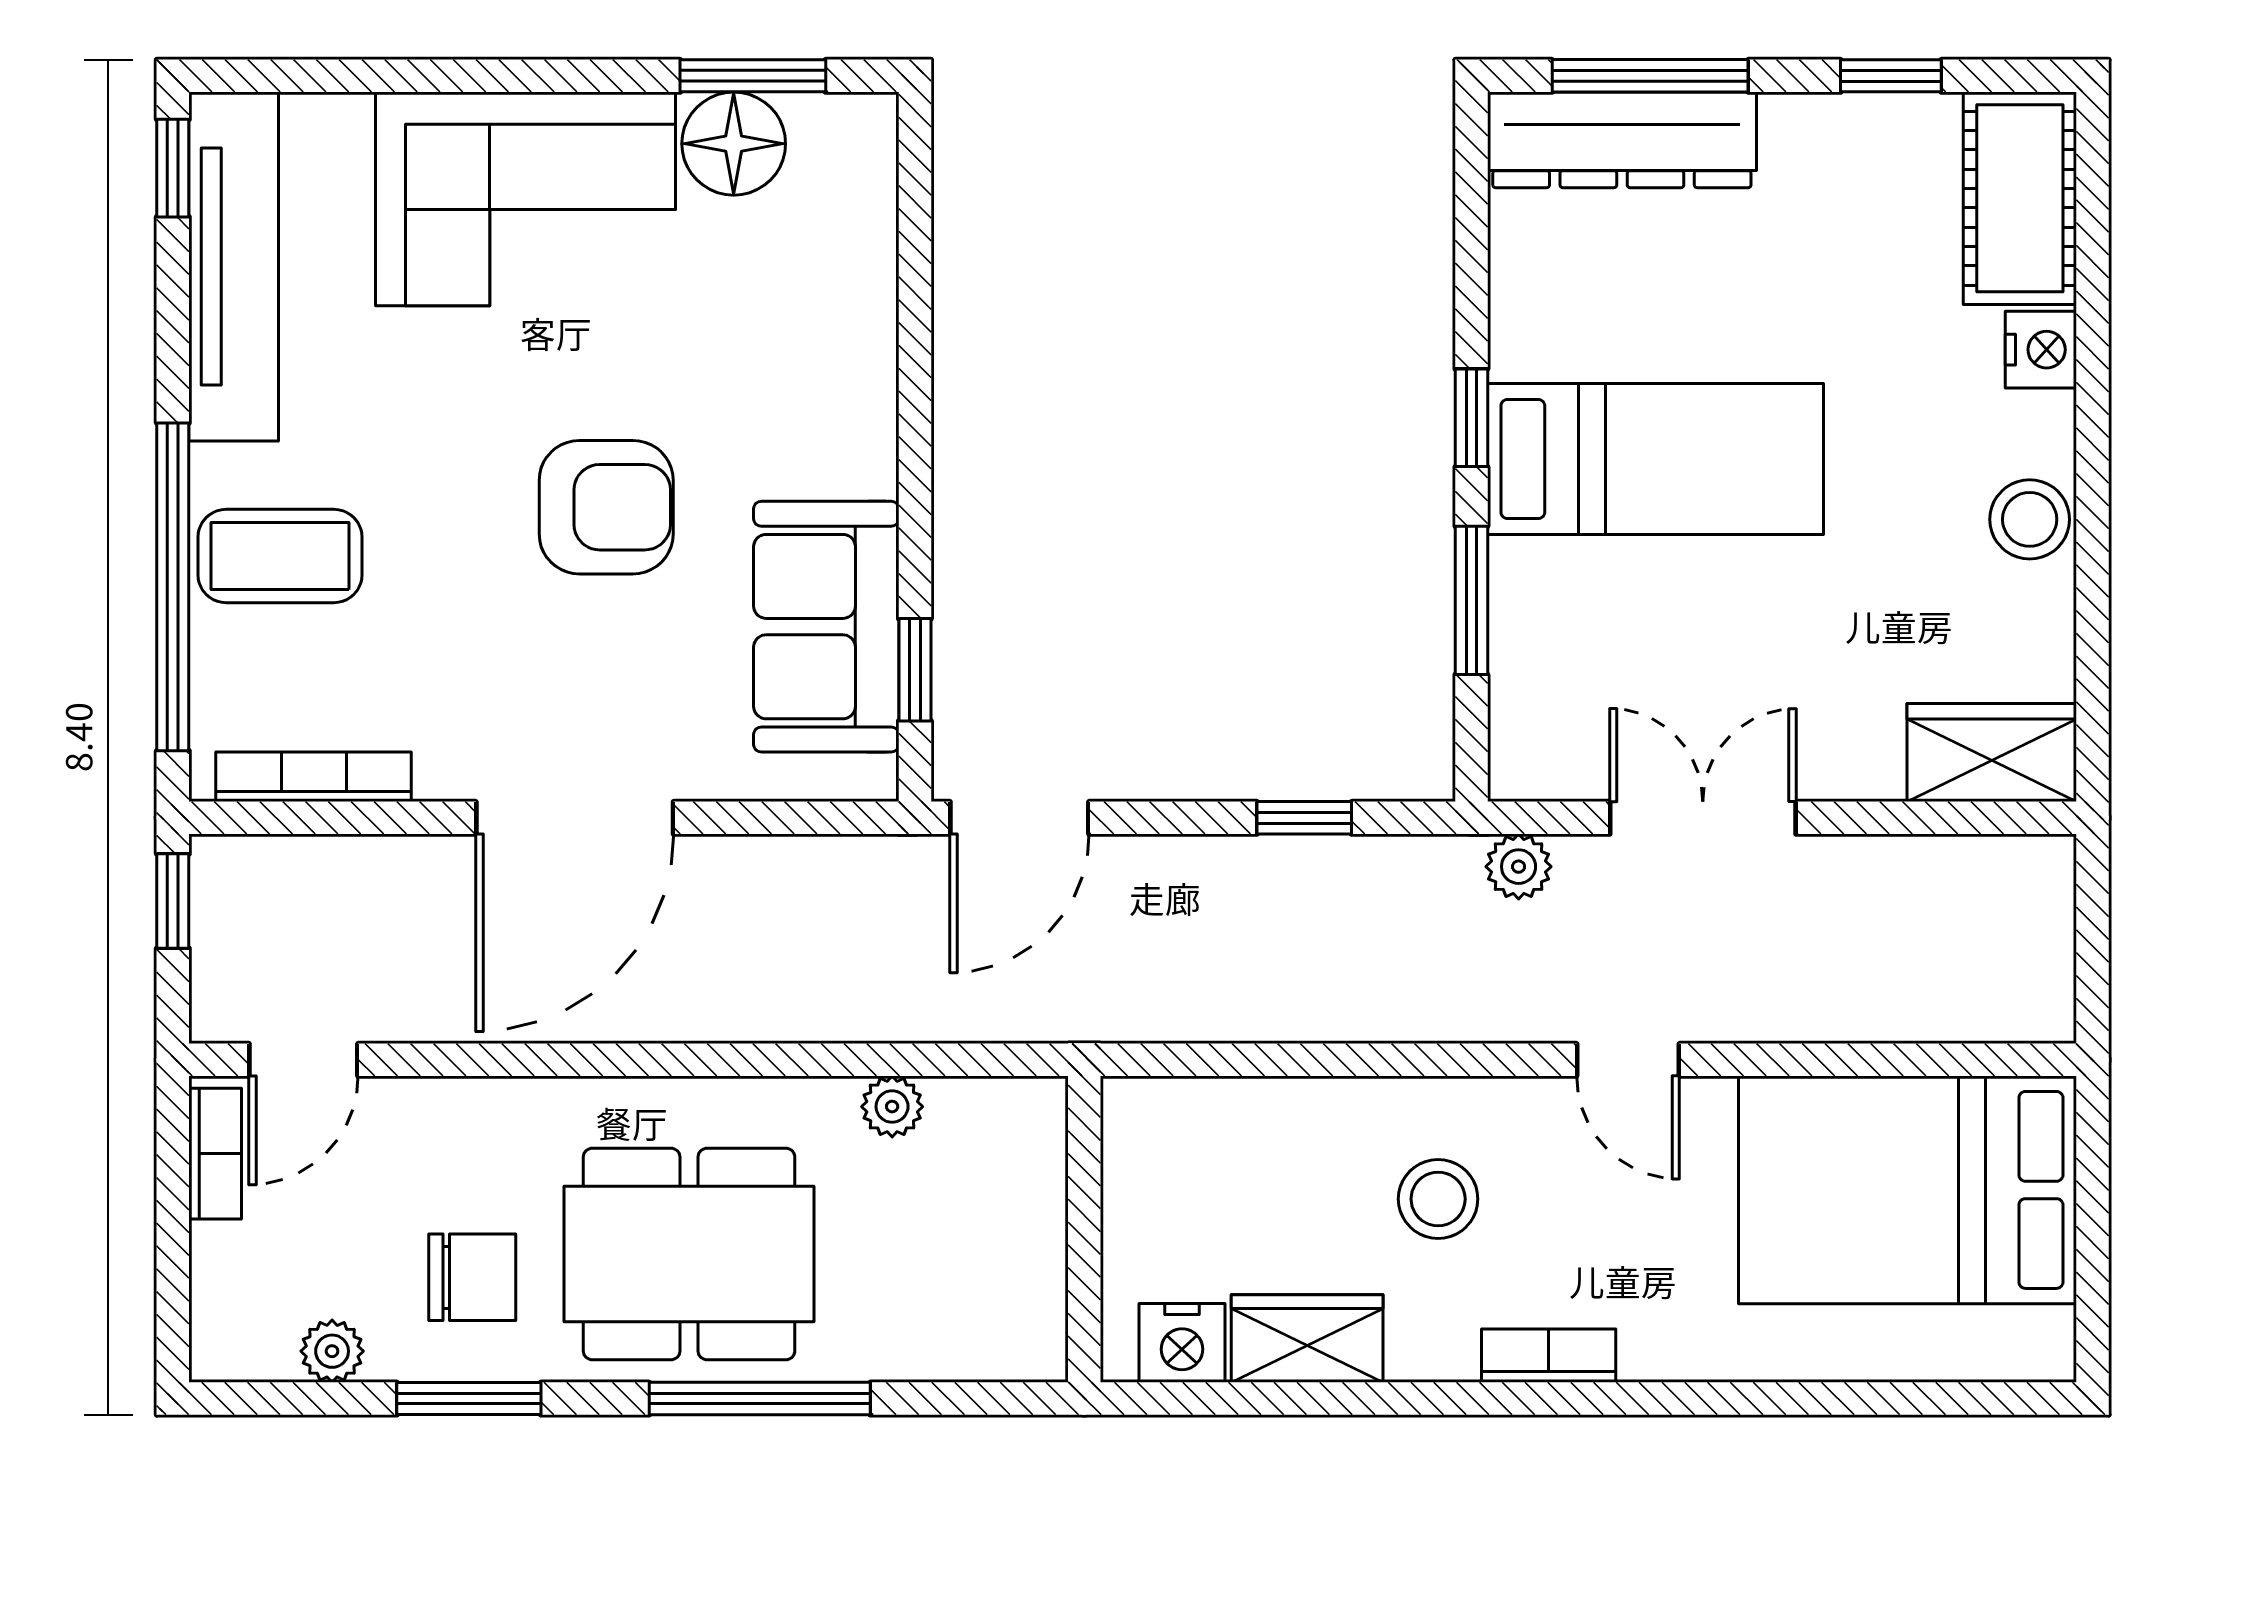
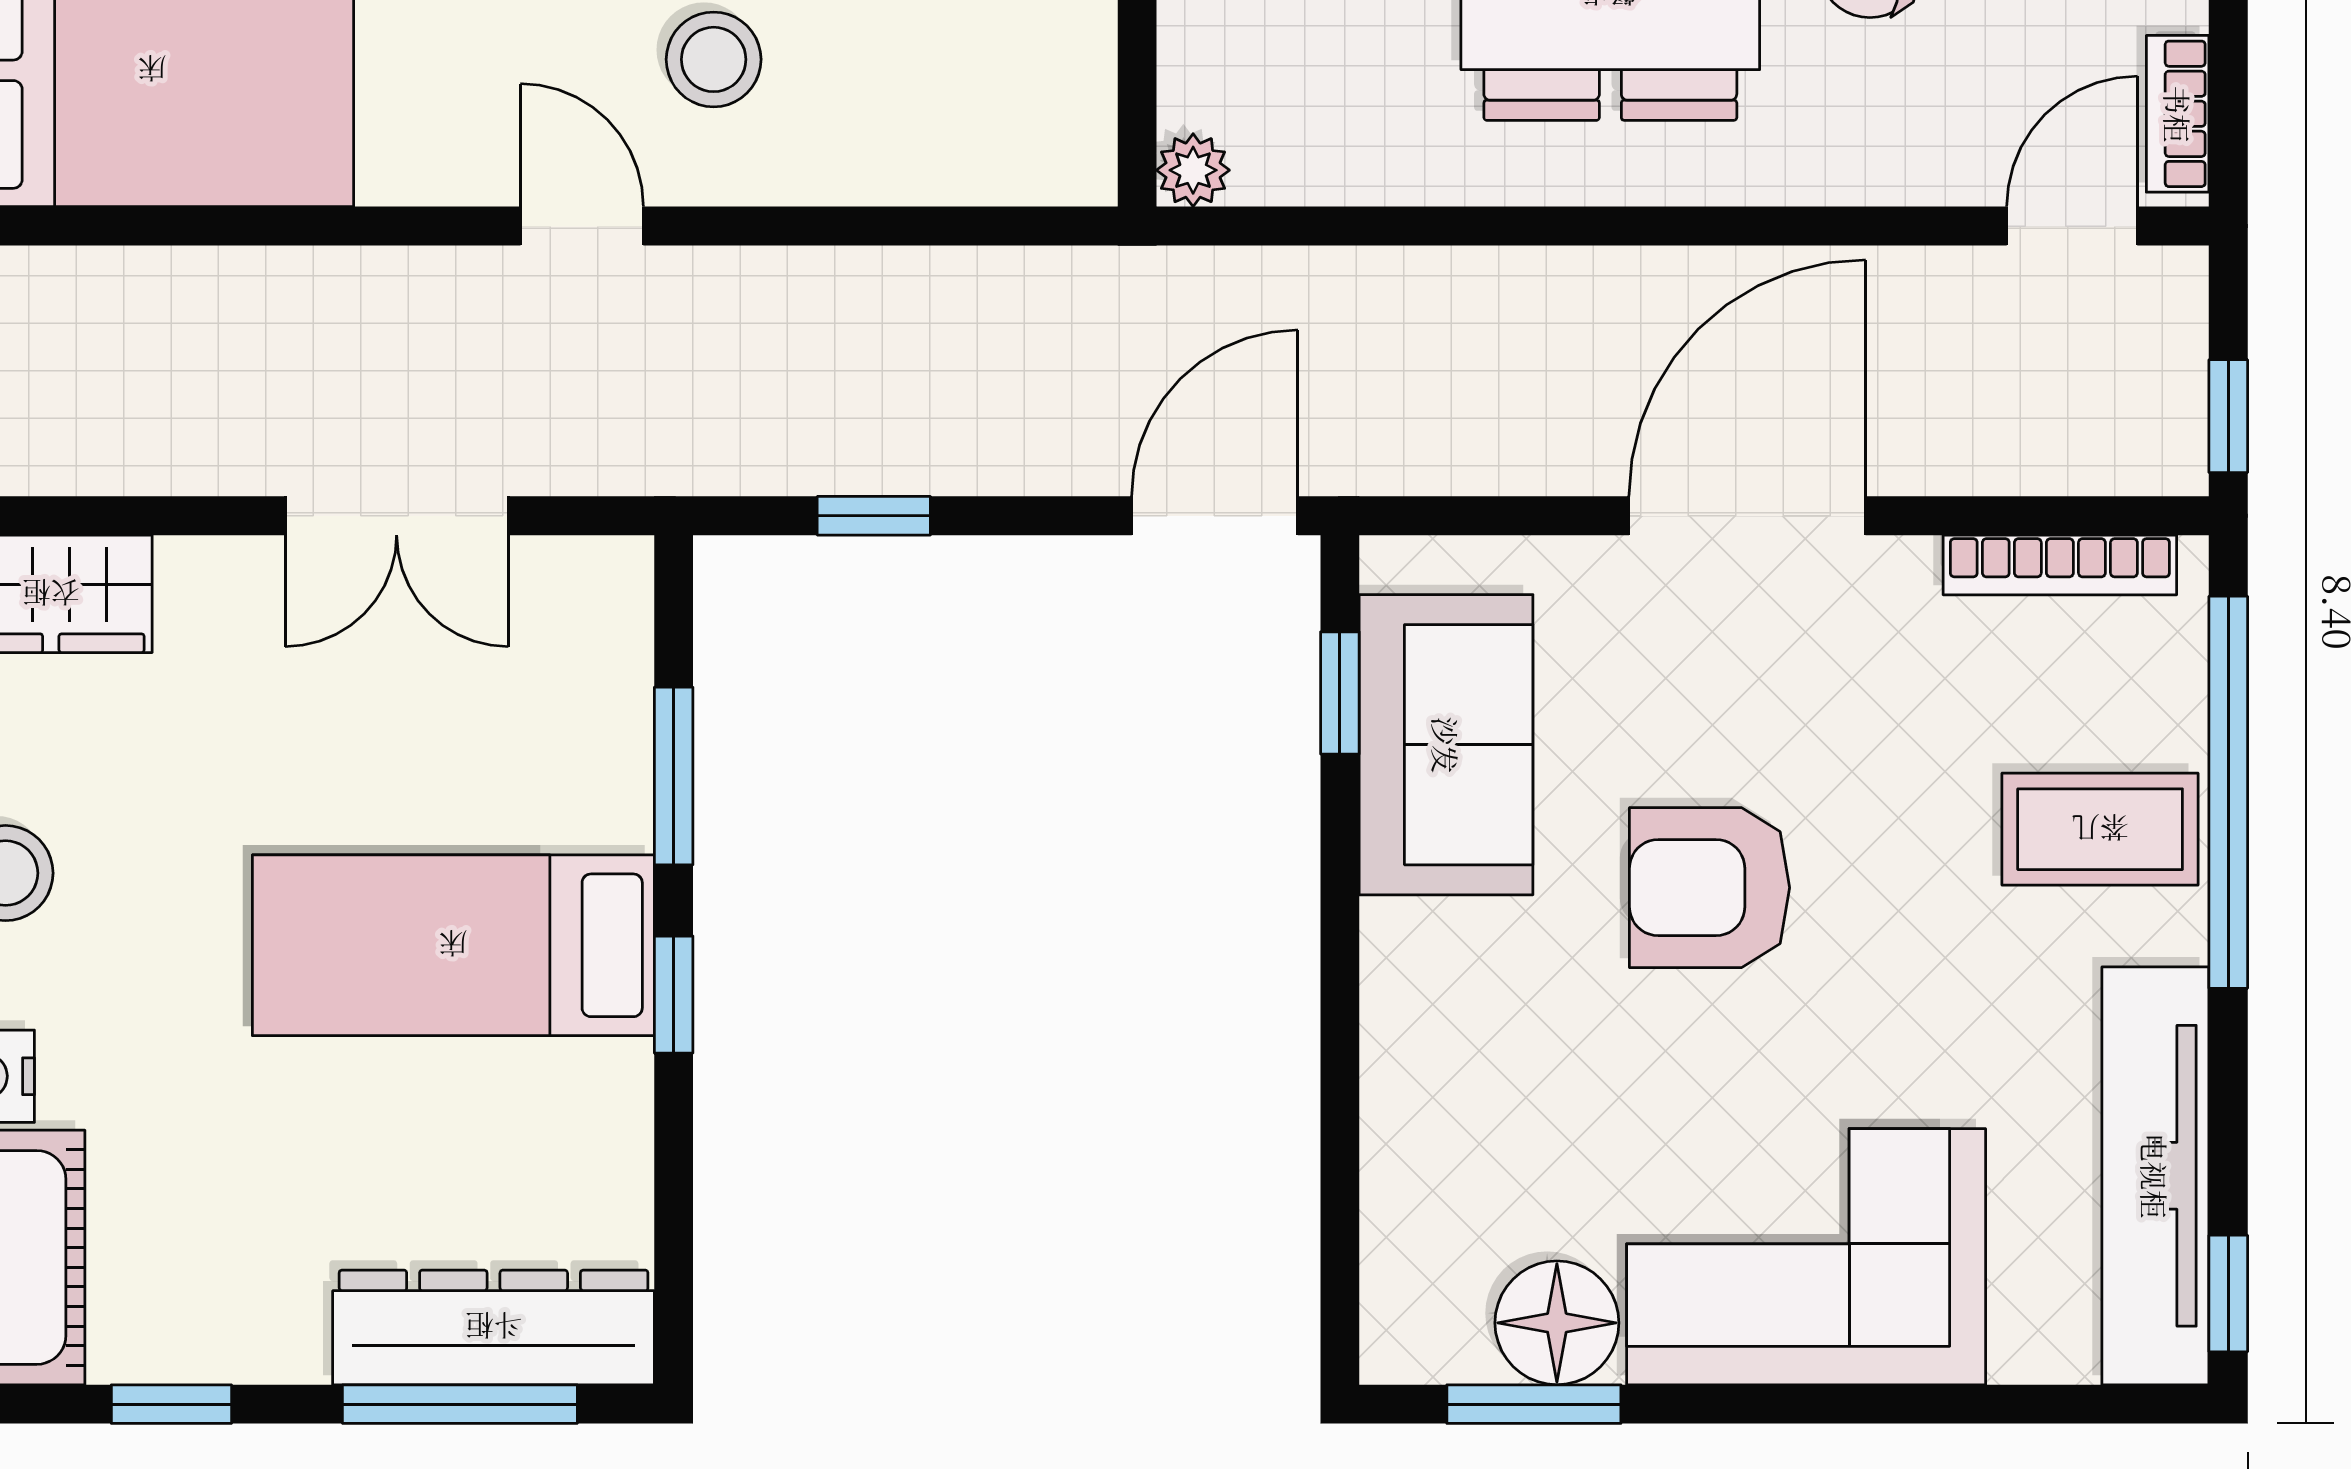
plant: (1519, 867) -> (617, 457), removed
door: (1628, 1060) -> (582, 226), moved
plant: (892, 1107) -> (1193, 170), moved

